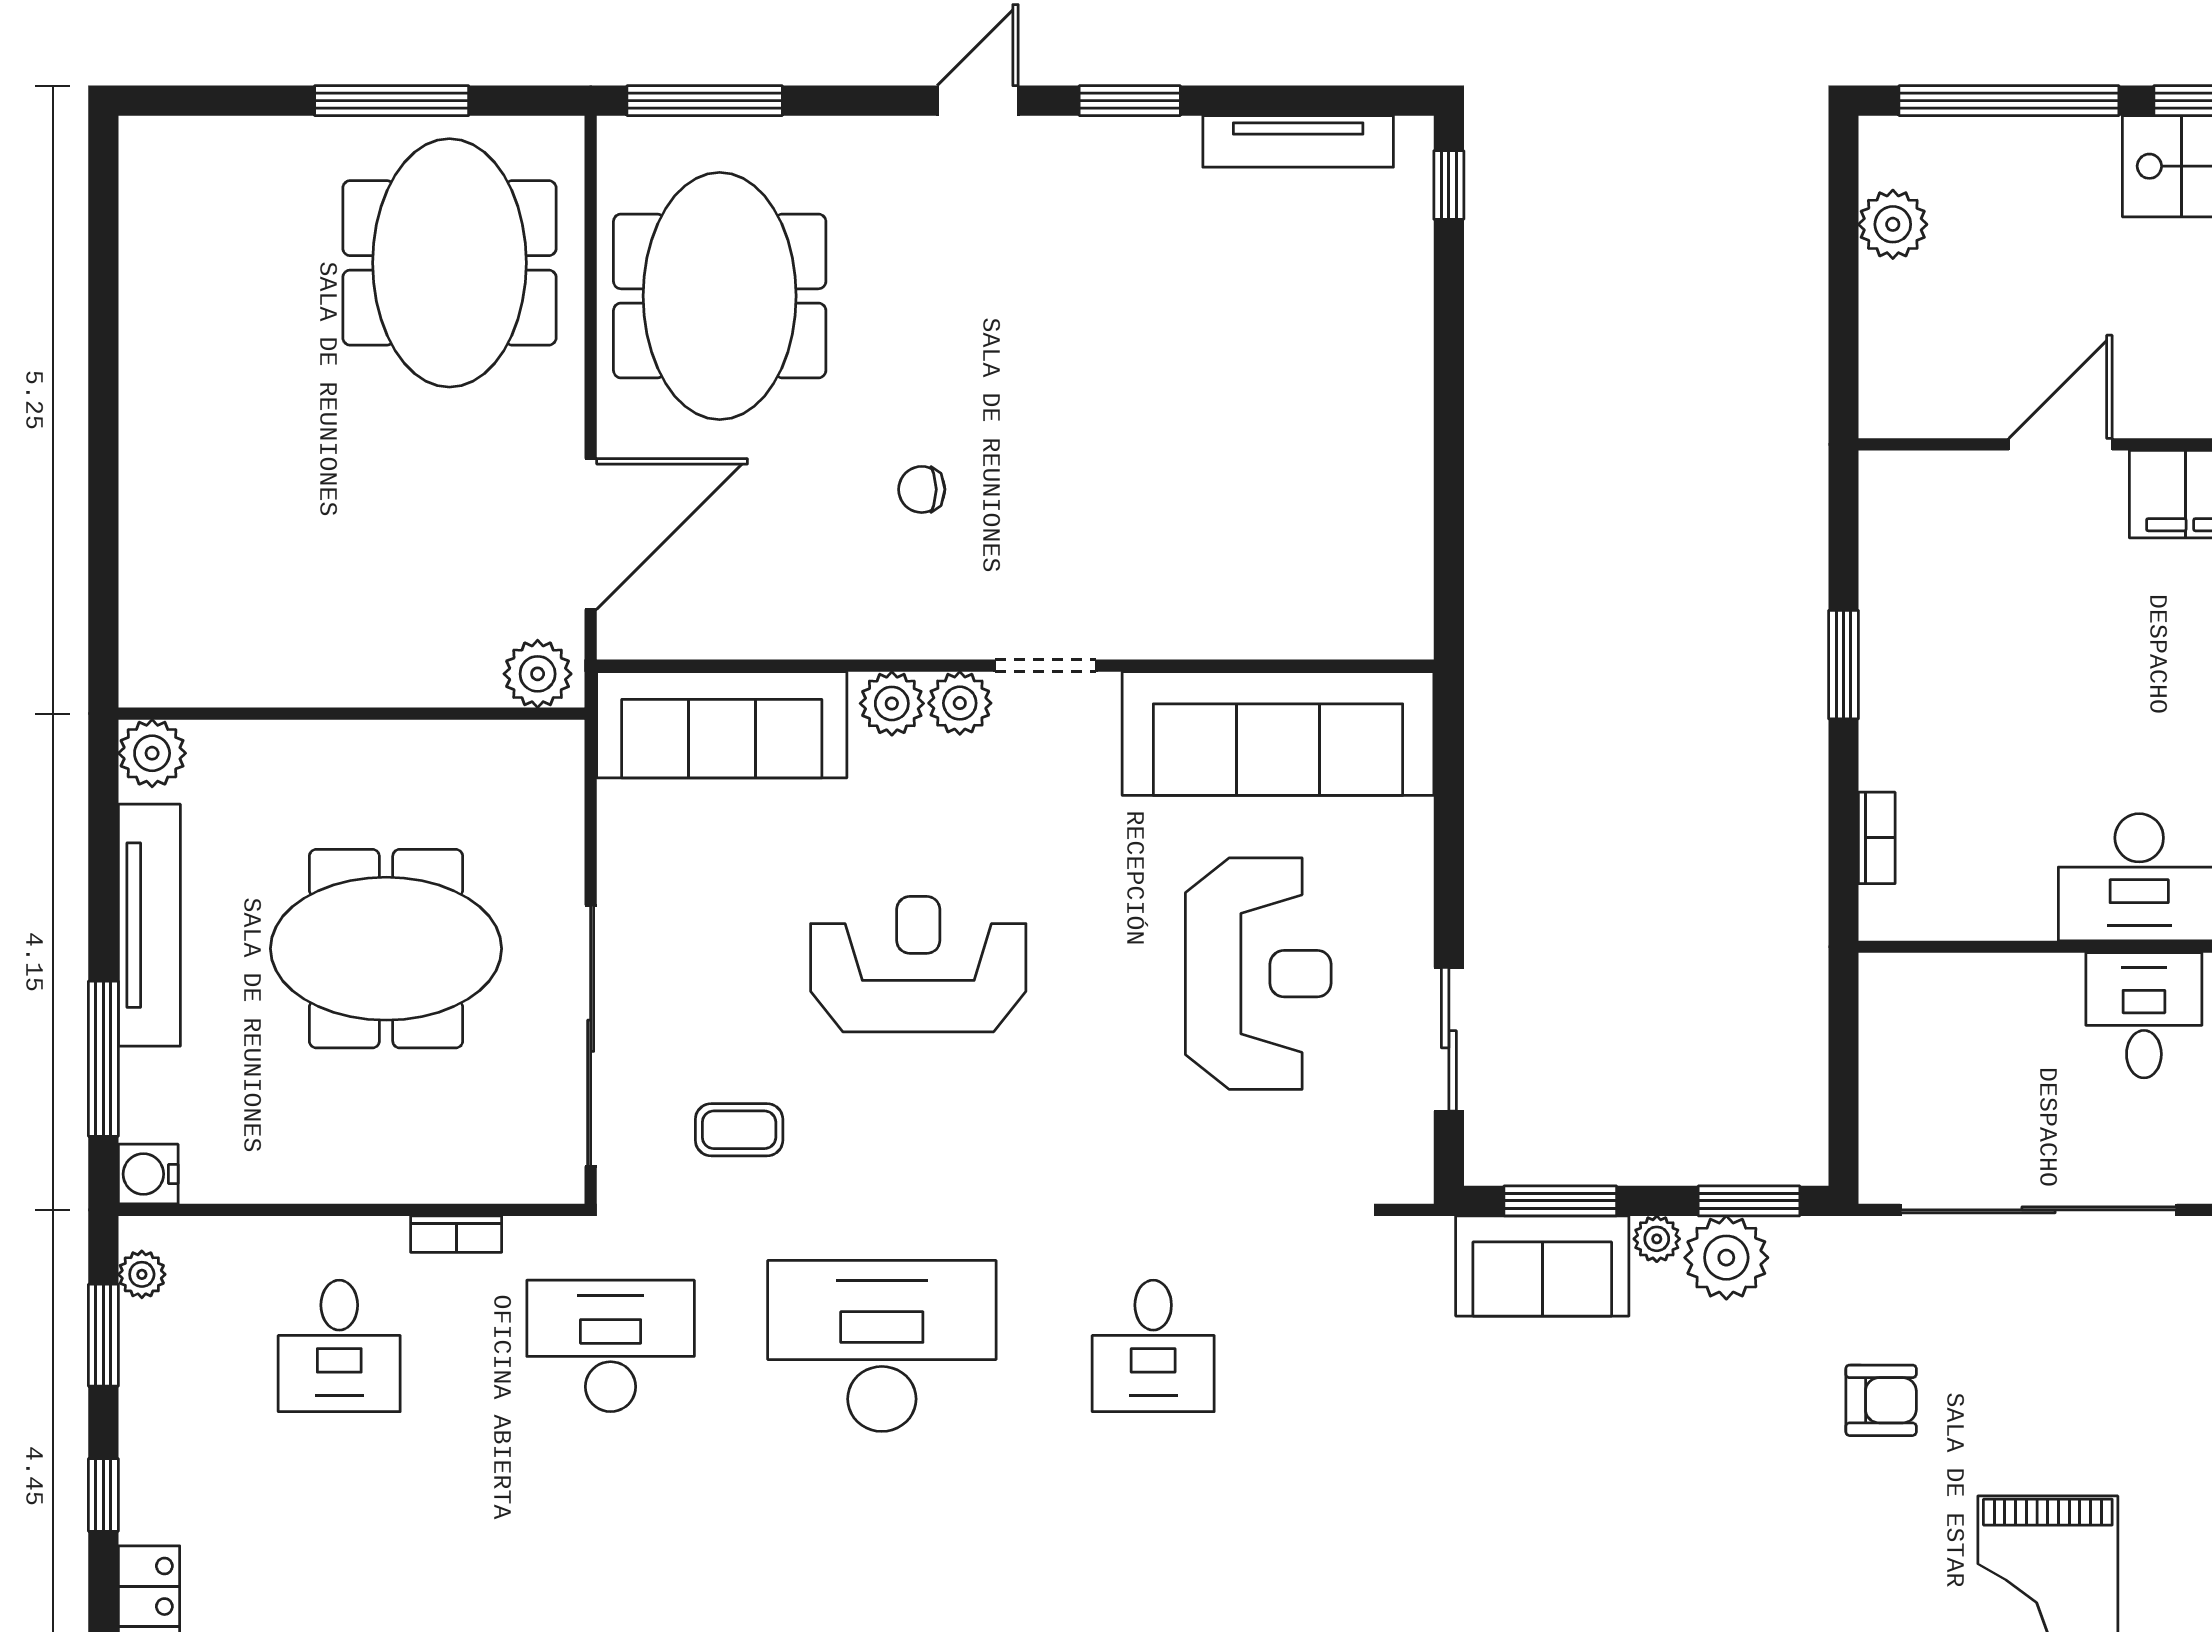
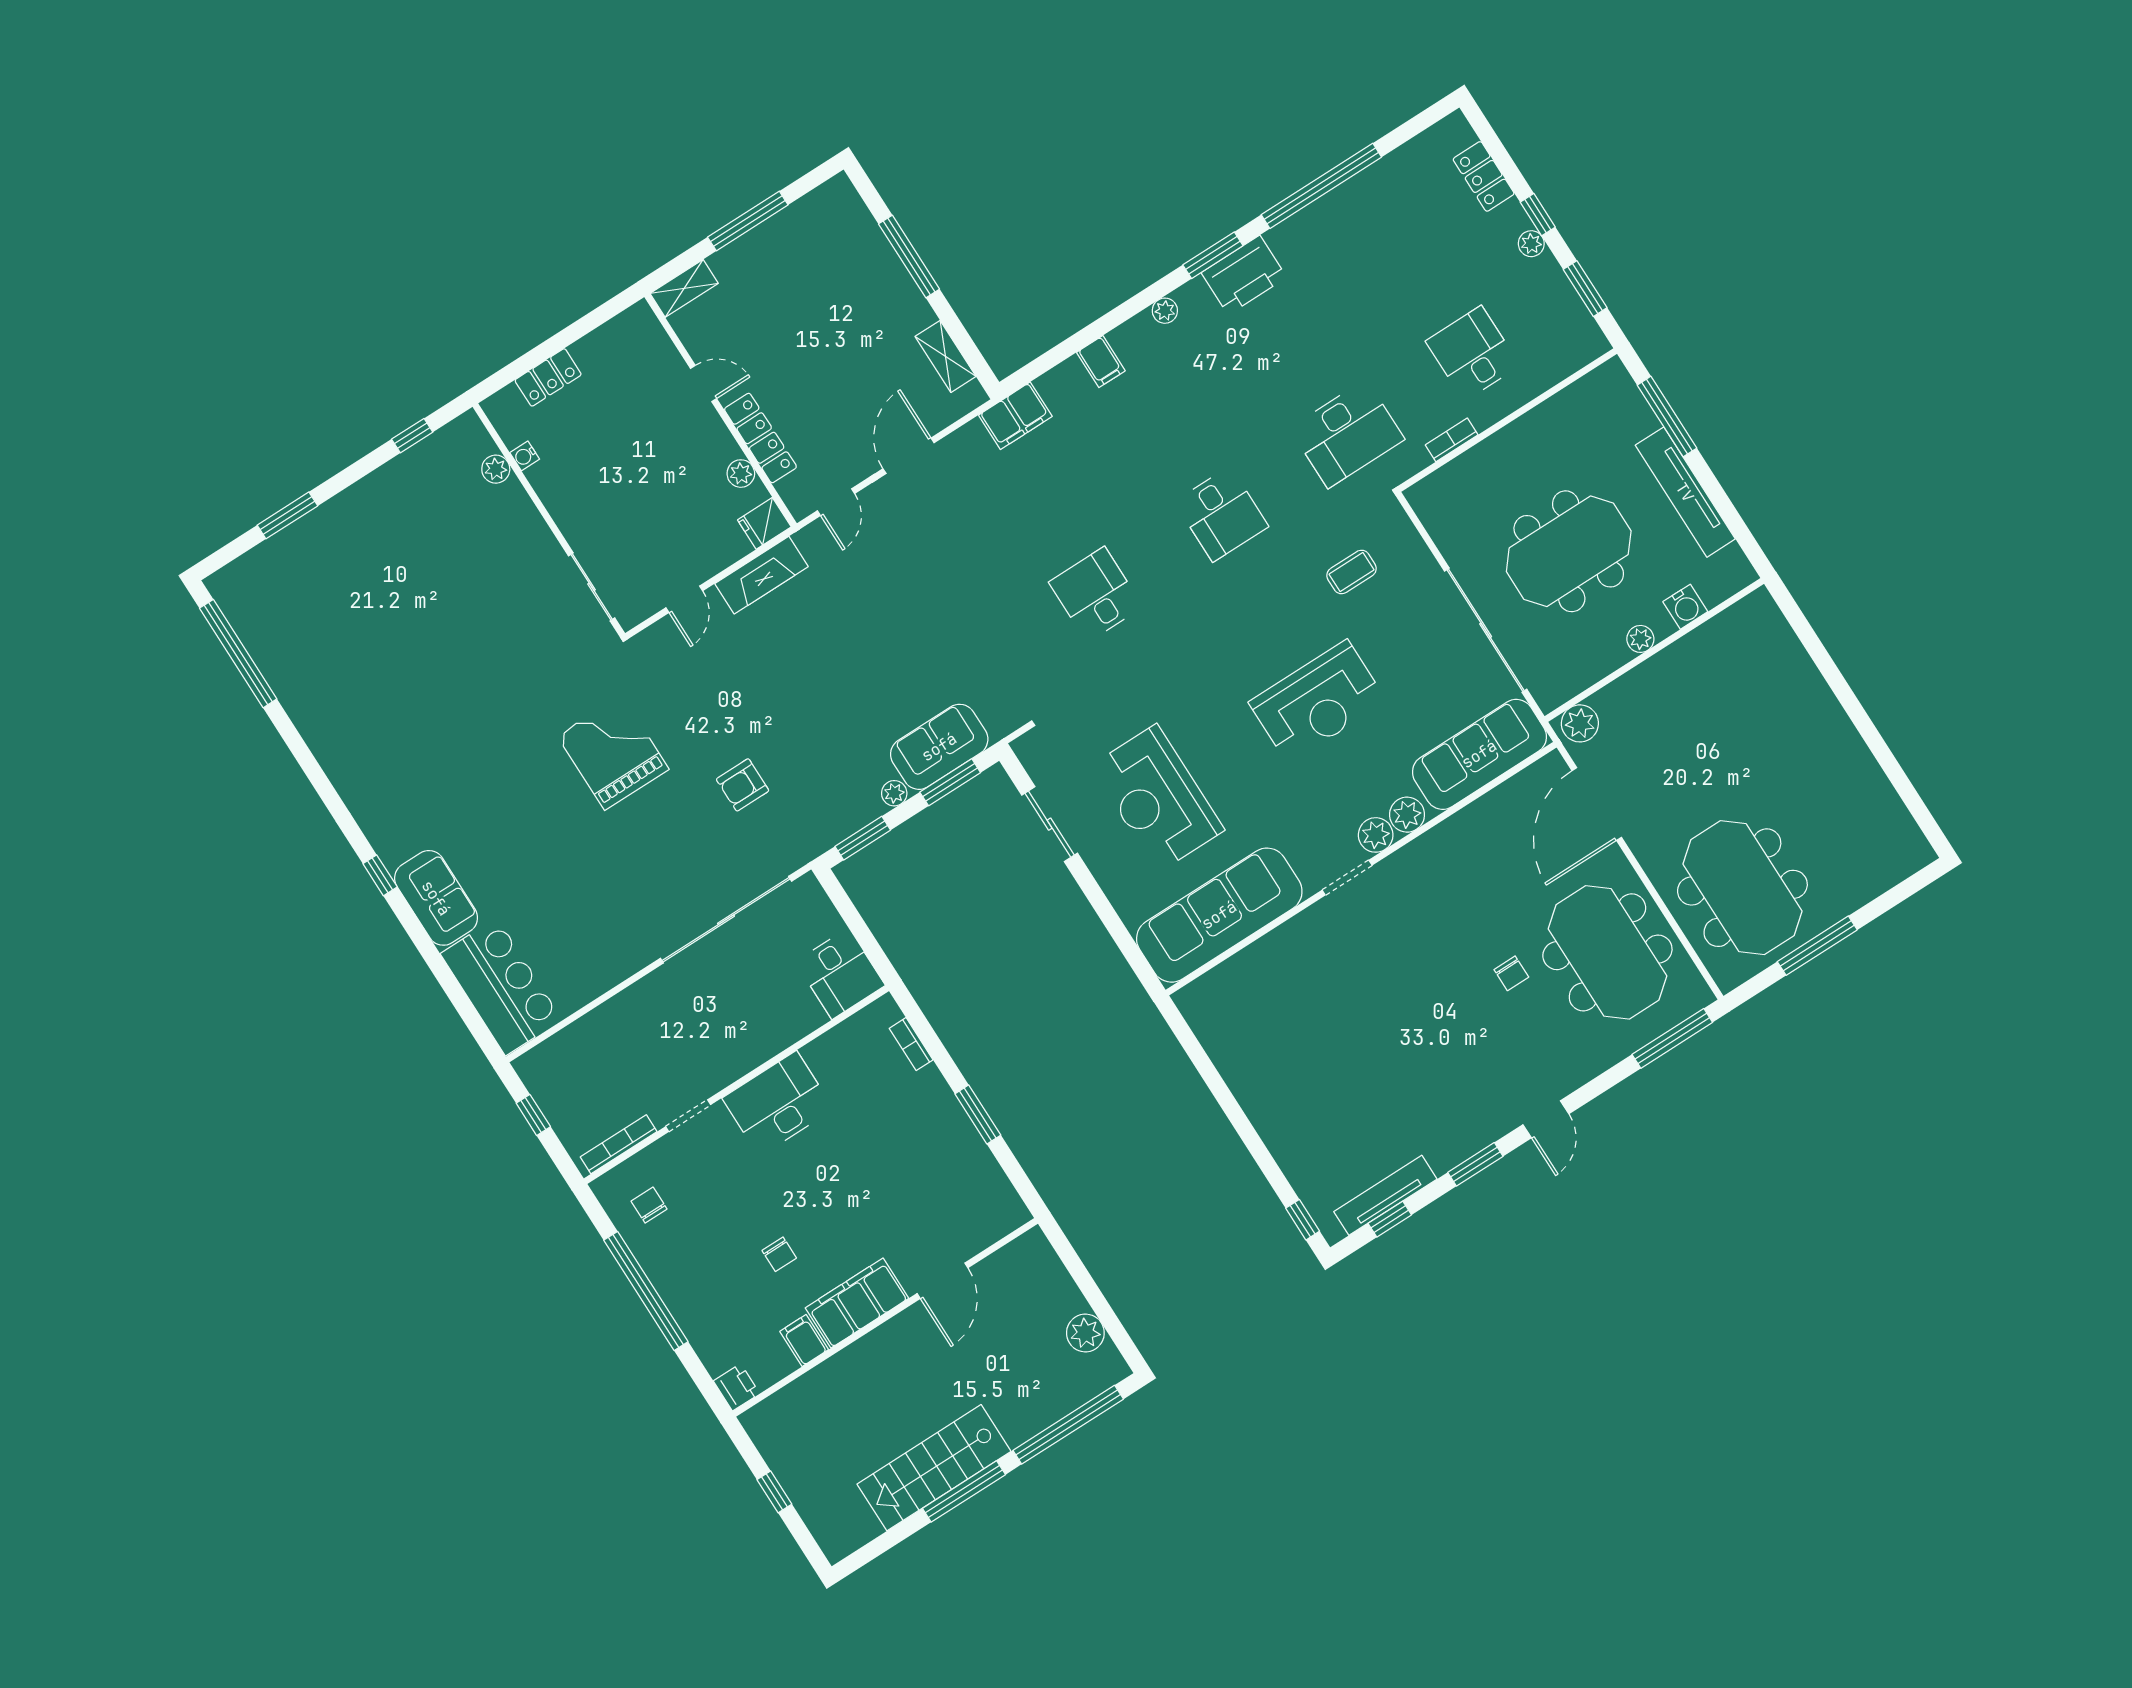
window: (1315, 101) -> (1390, 1219), added
chair: (922, 489) -> (1511, 973), moved, turned 90
plant: (152, 753) -> (1640, 639), moved, width x0.73, depth x0.73
desk: (2144, 1015) -> (840, 974), moved
sliding door: (591, 1036) -> (1486, 630), moved
water cooler: (148, 1174) -> (1685, 607), moved, turned 90
plant: (1726, 1258) -> (856, 805), removed
plant: (142, 1274) -> (1531, 244), moved
desk: (882, 1346) -> (1221, 514), width x0.53, depth x0.77

